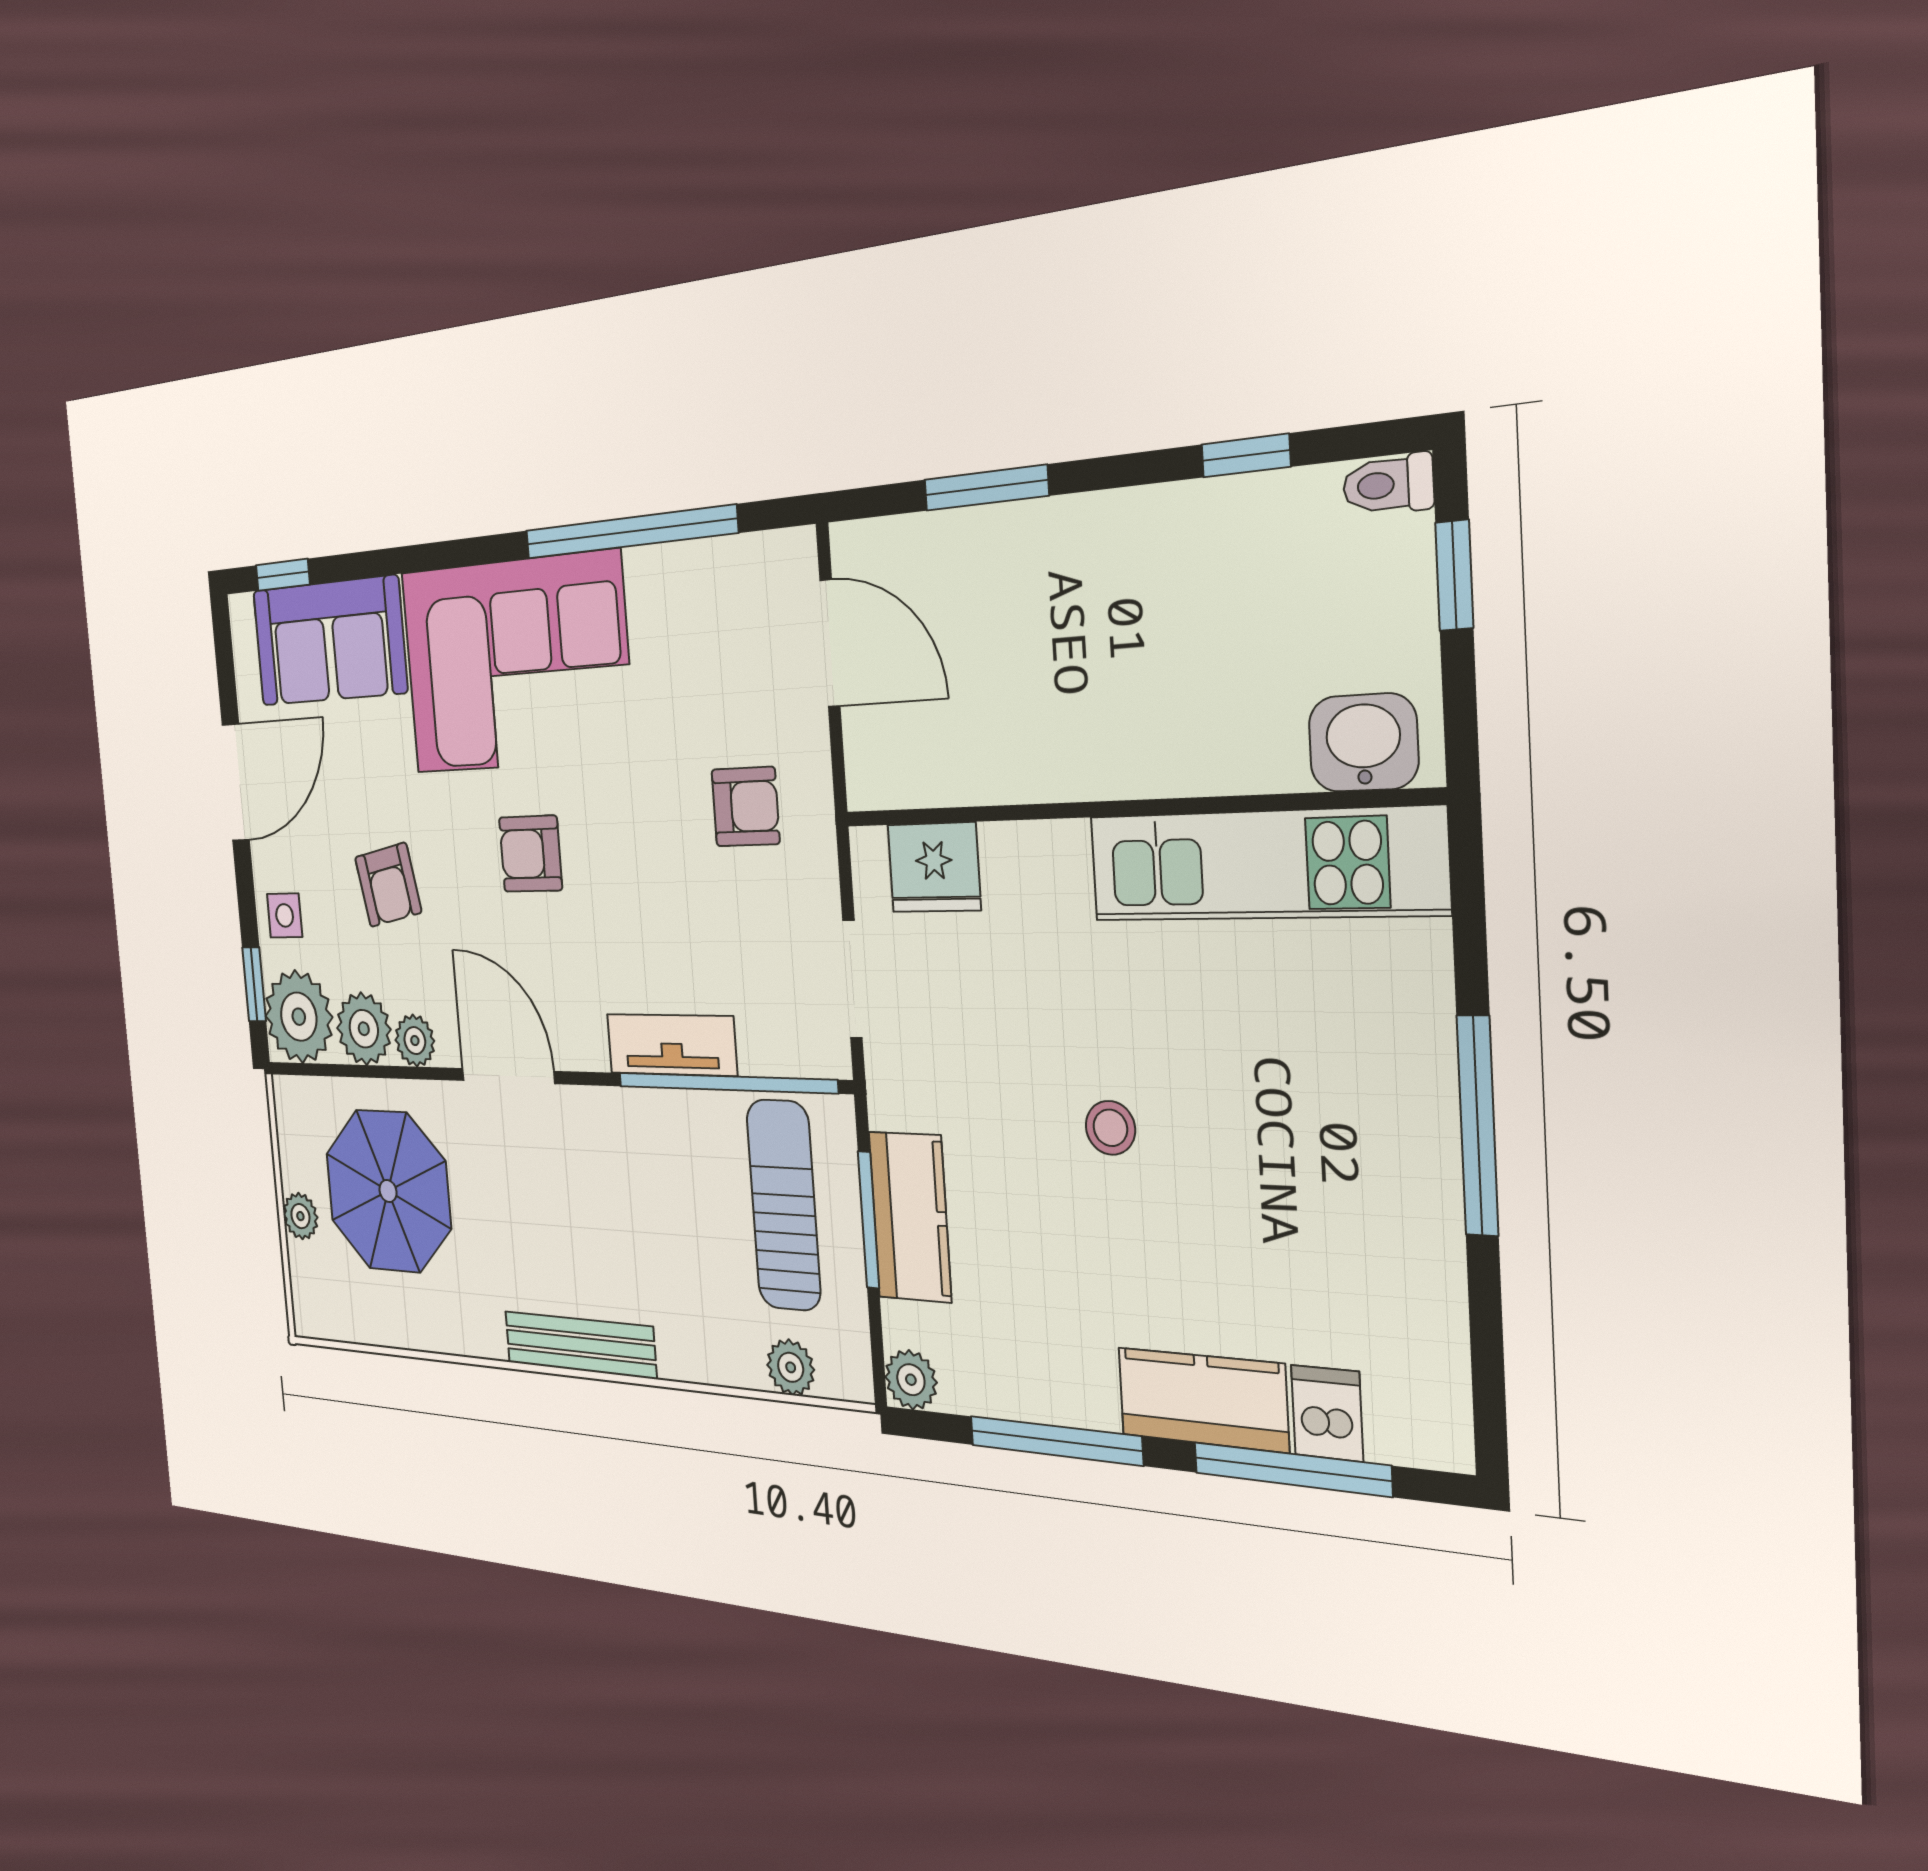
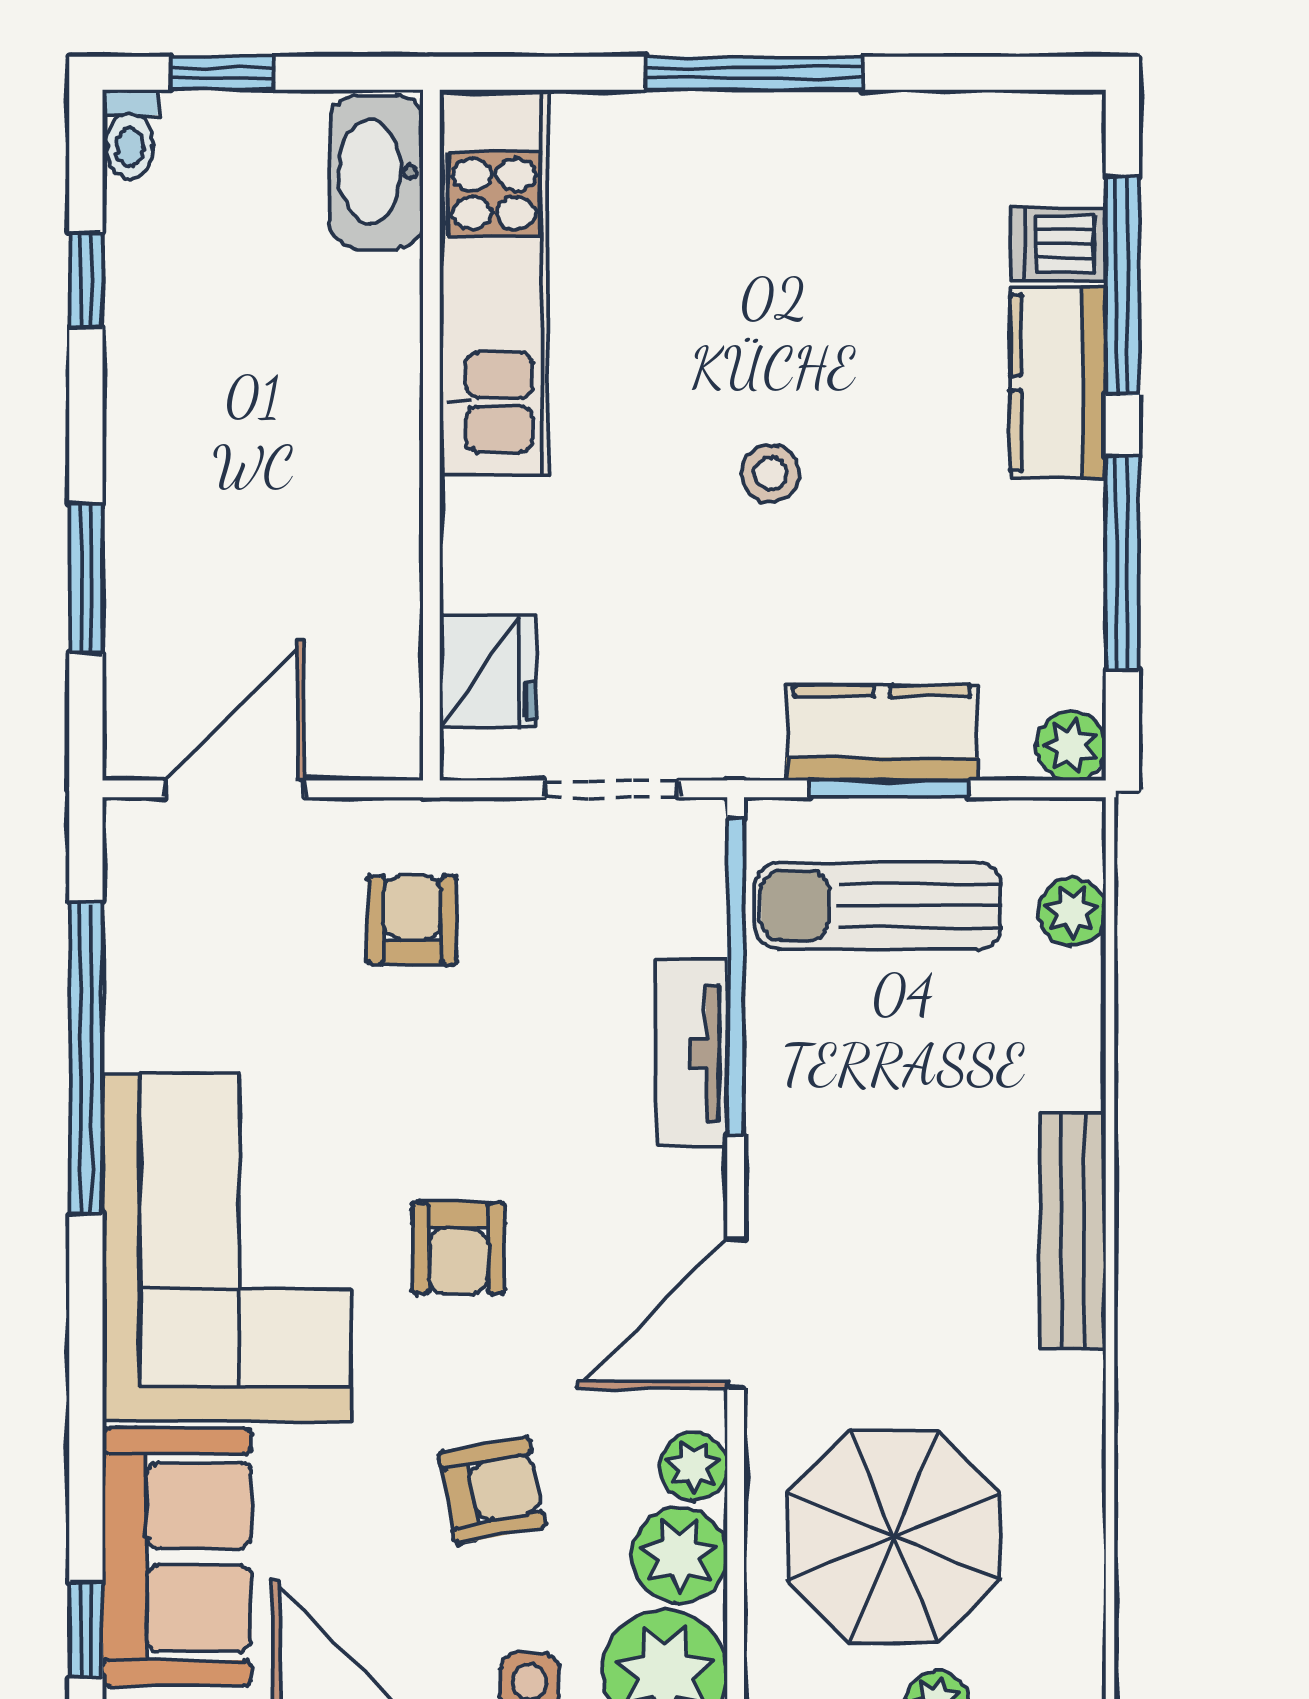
washbasin: (1363, 743) -> (376, 172), width x1.38

